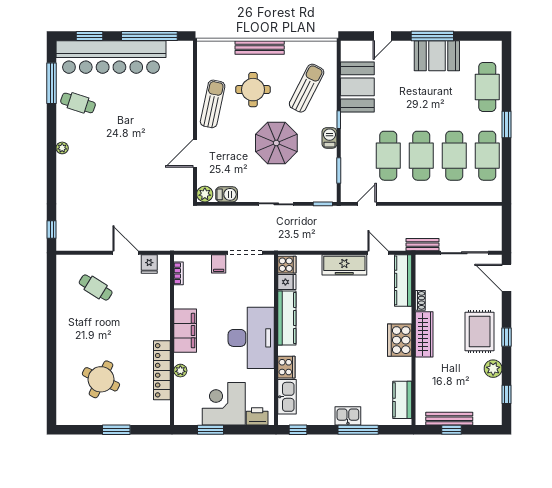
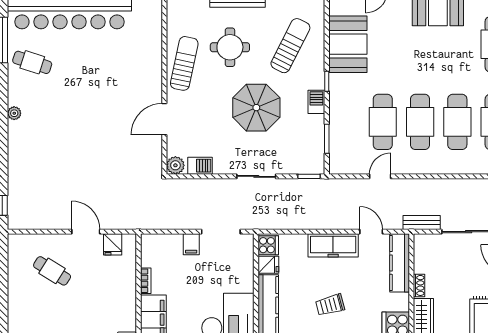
door: (367, 204) -> (380, 176), moved
bookcase: (178, 273) -> (146, 281), moved
trolley: (342, 318) -> (330, 305), added

